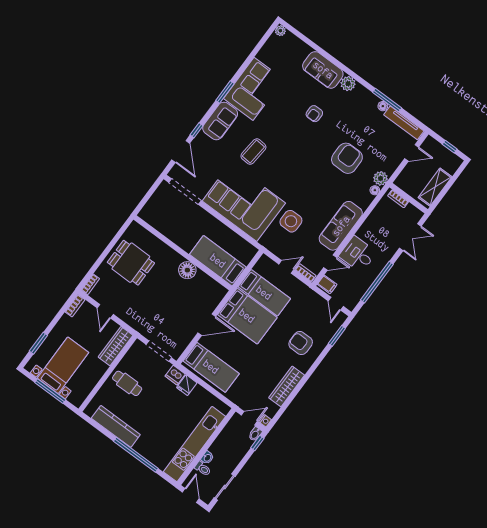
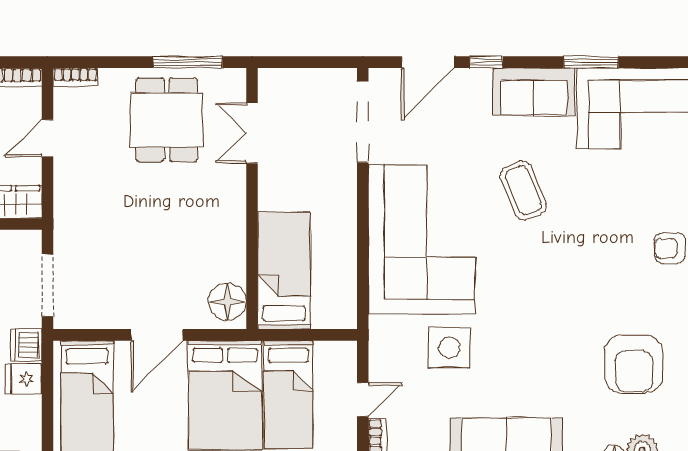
coffee table: (253, 152) -> (523, 190), turned 63
armchair: (347, 158) -> (634, 364), turned 90
double door: (159, 235) -> (252, 133), added
window: (116, 239) -> (188, 62), added
door: (286, 267) -> (363, 400), hinge flipped
floor lamp: (187, 270) -> (227, 302), moved
door: (207, 325) -> (157, 335), hinge flipped

